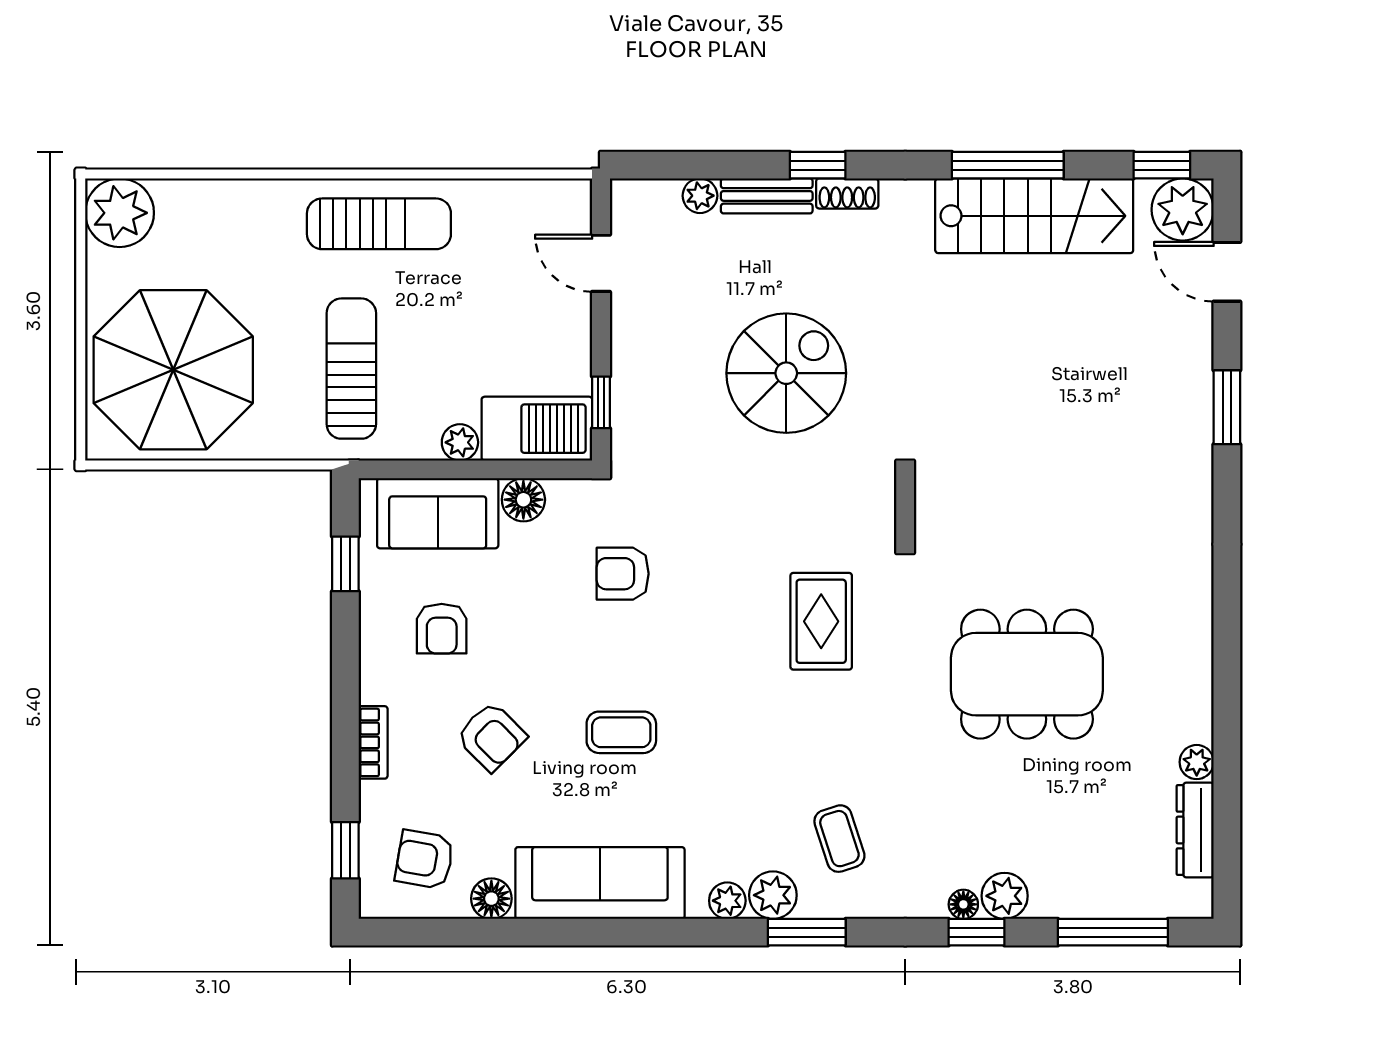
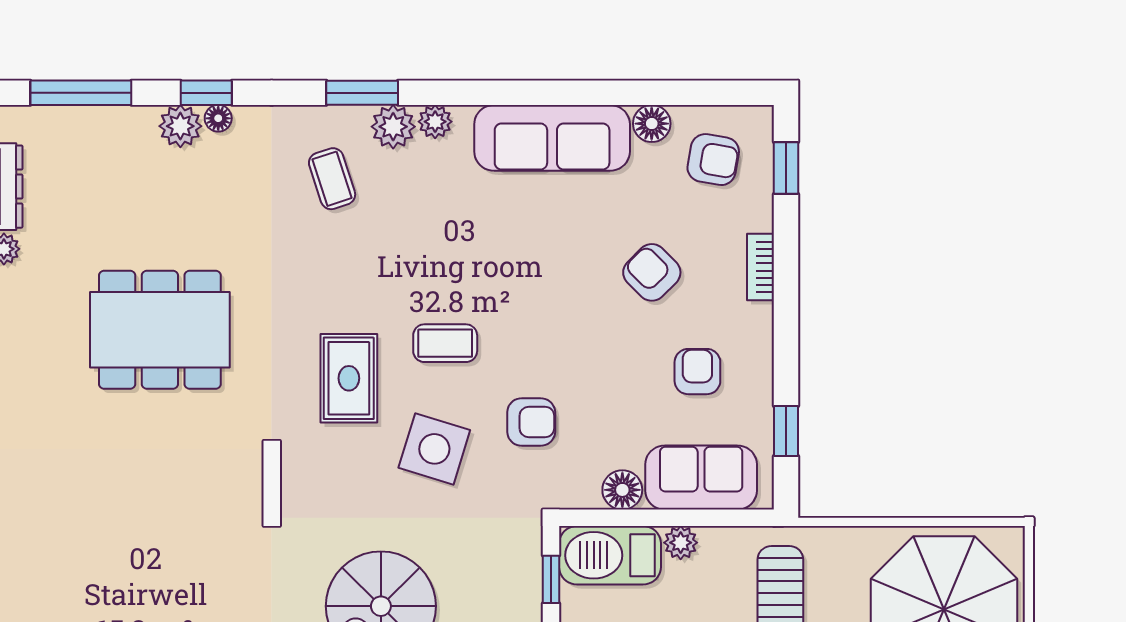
side table: (728, 544) -> (434, 449), added
coffee table: (621, 732) -> (445, 343), moved

